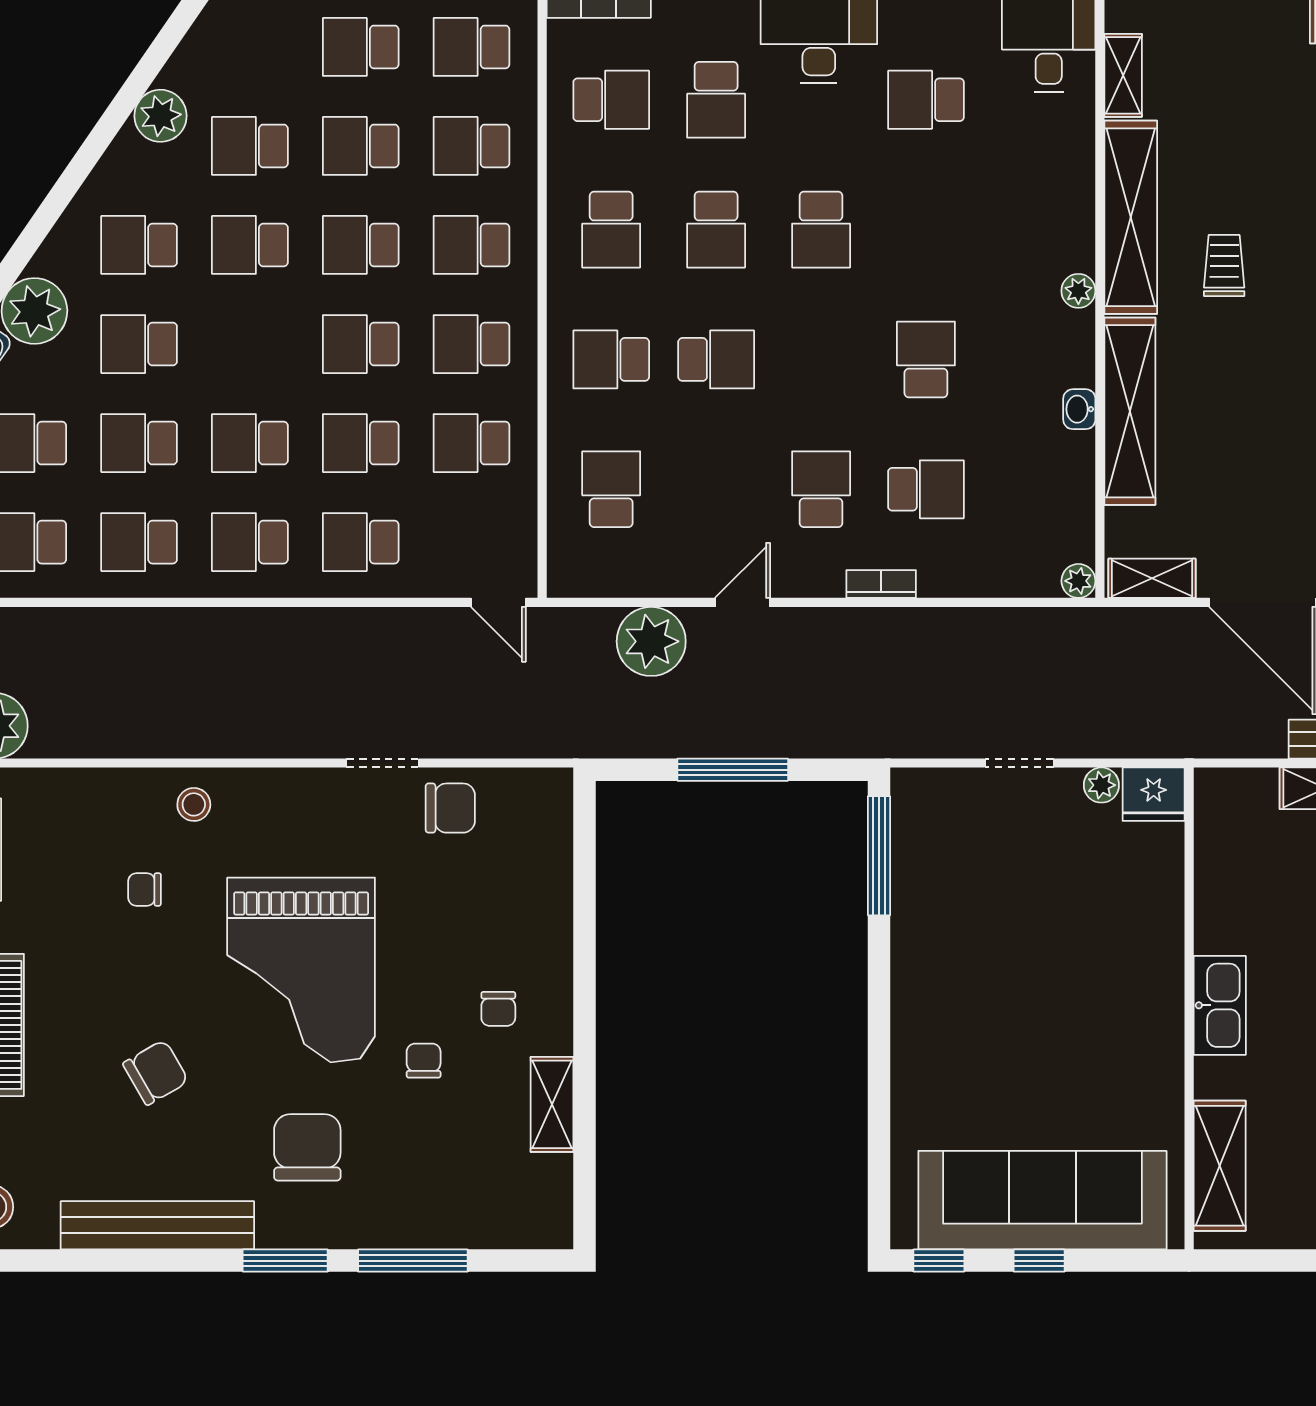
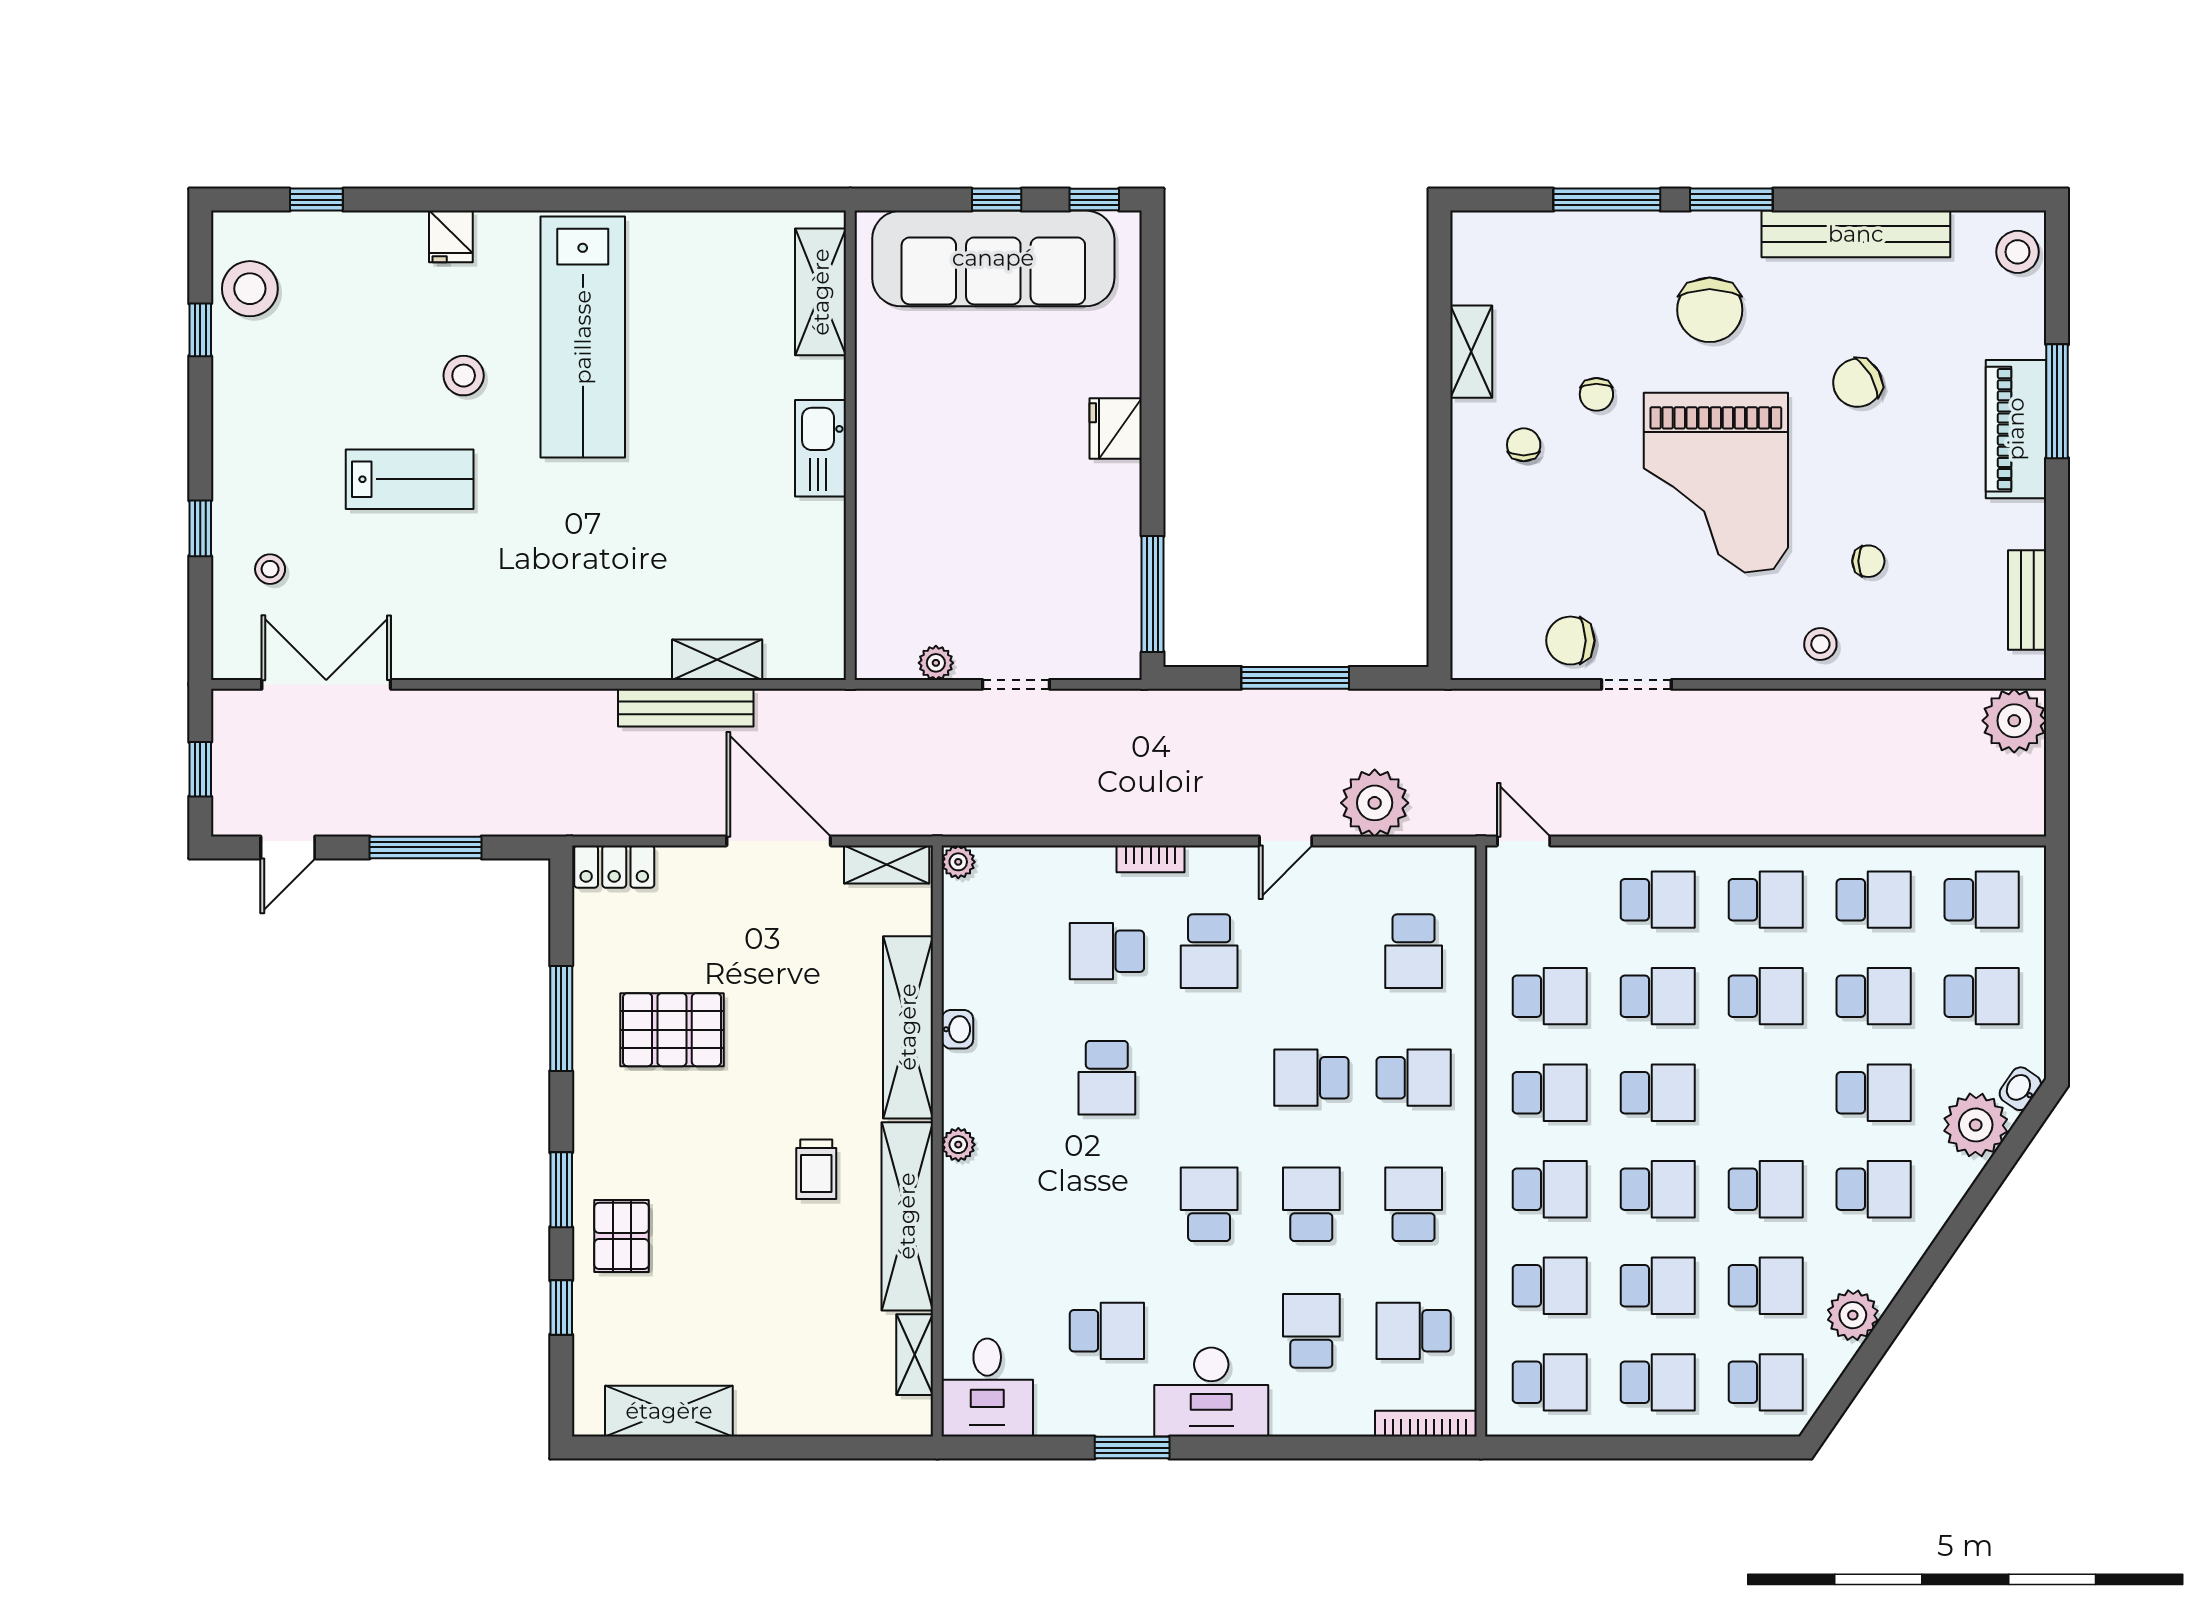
school desk: (250, 47) -> (1766, 1382), added
fridge: (1154, 794) -> (1116, 428), moved, turned -90
grand piano: (301, 970) -> (1716, 483), turned 180

